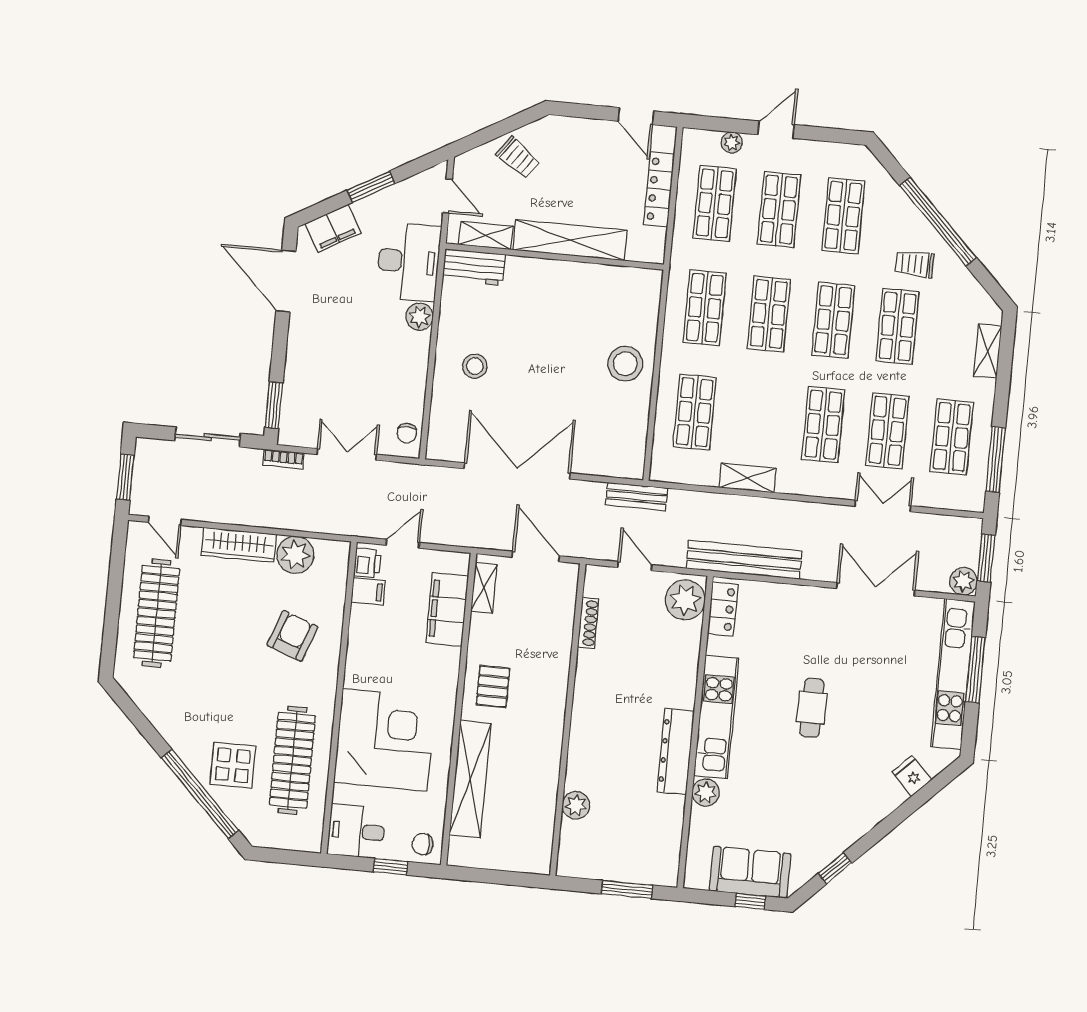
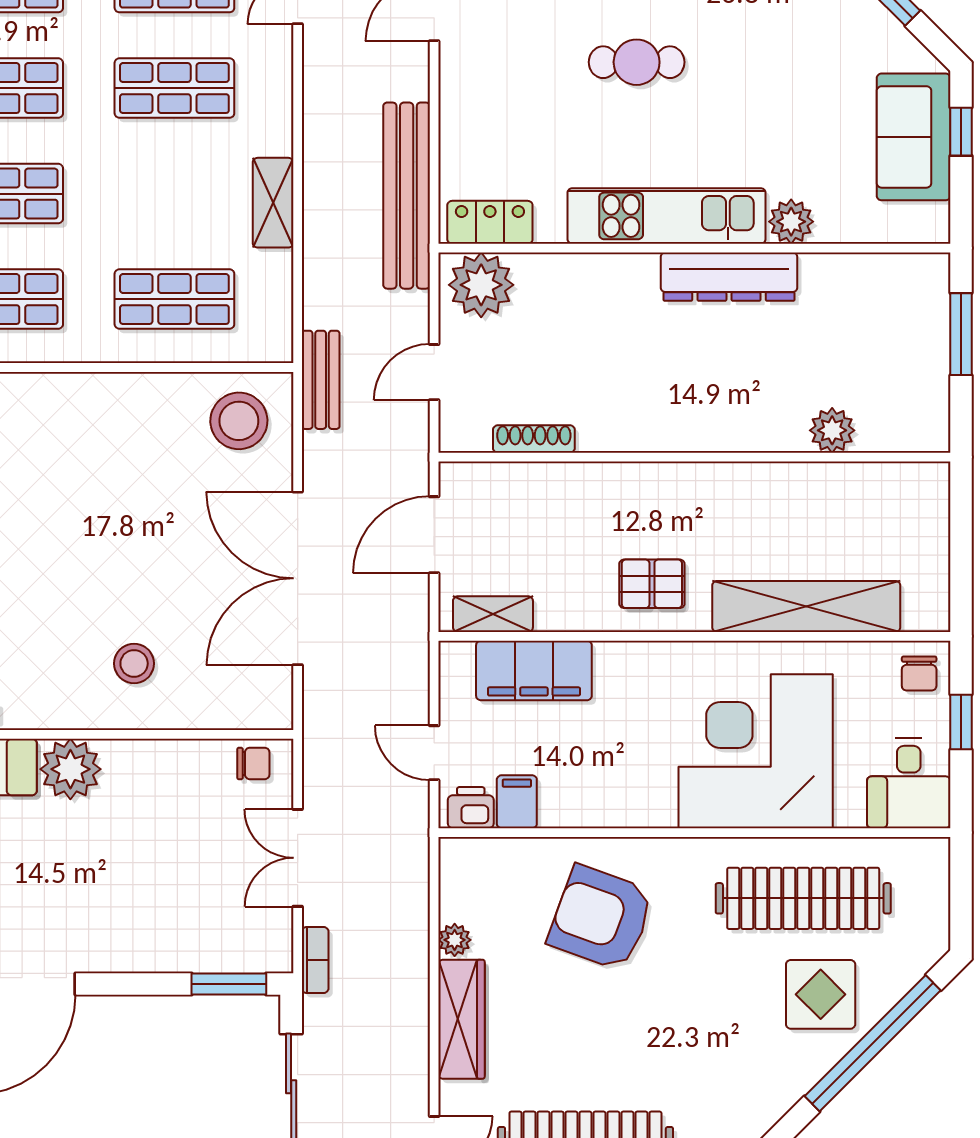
plant: (420, 317) -> (70, 769), width x1.36, depth x1.36
stool: (625, 364) -> (239, 421), moved
plant: (295, 555) -> (455, 940), width x0.53, depth x0.53
armchair: (292, 636) -> (601, 918), width x1.36, depth x1.36

